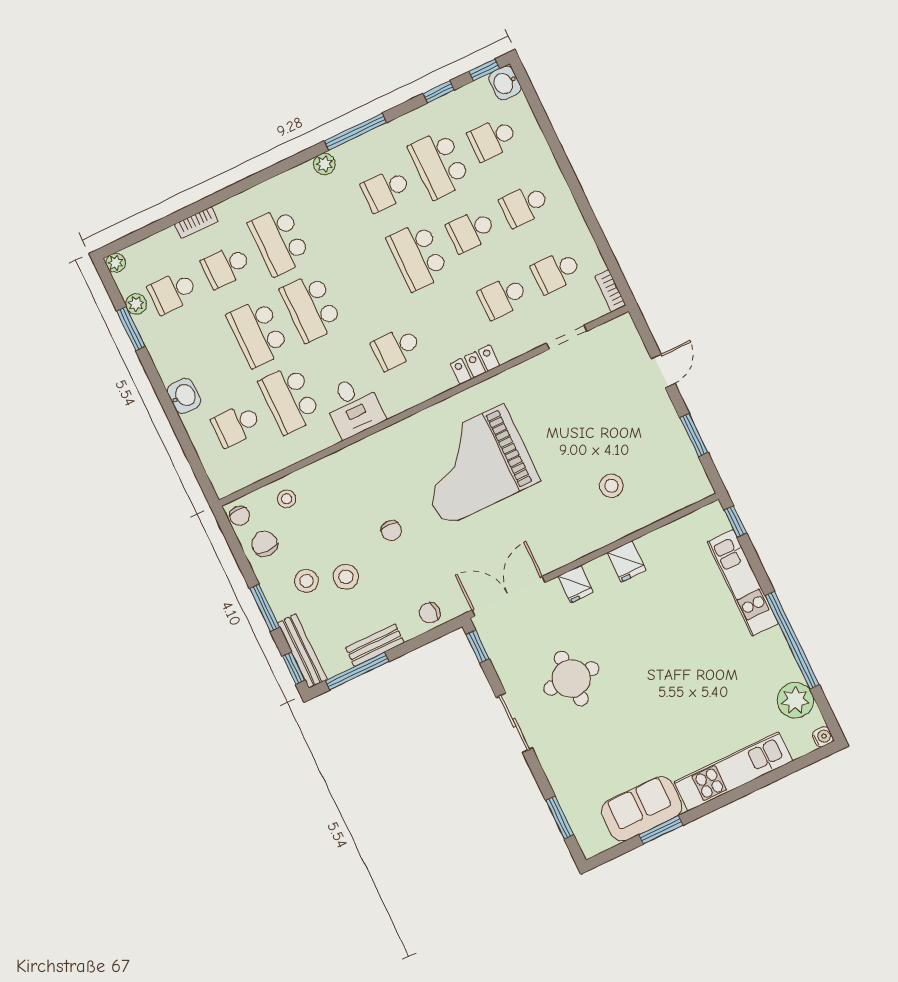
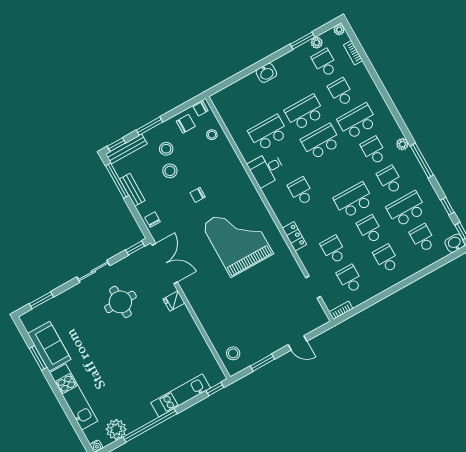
bookcase: (196, 223) -> (353, 53), moved
school desk: (236, 425) -> (374, 151), moved
stool: (611, 486) -> (233, 353), moved
fridge: (627, 561) -> (189, 329), removed

